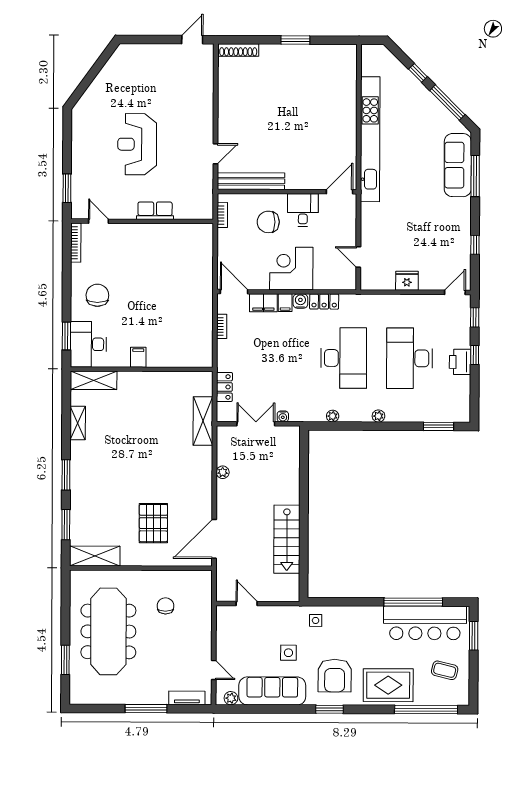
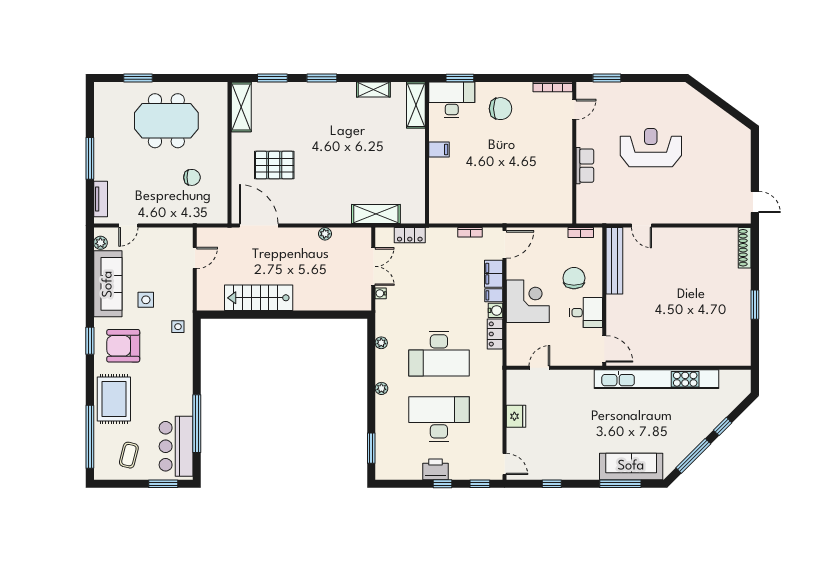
bar counter: (425, 623) -> (176, 446), width x0.73
meeting table: (108, 631) -> (166, 121), width x0.73

